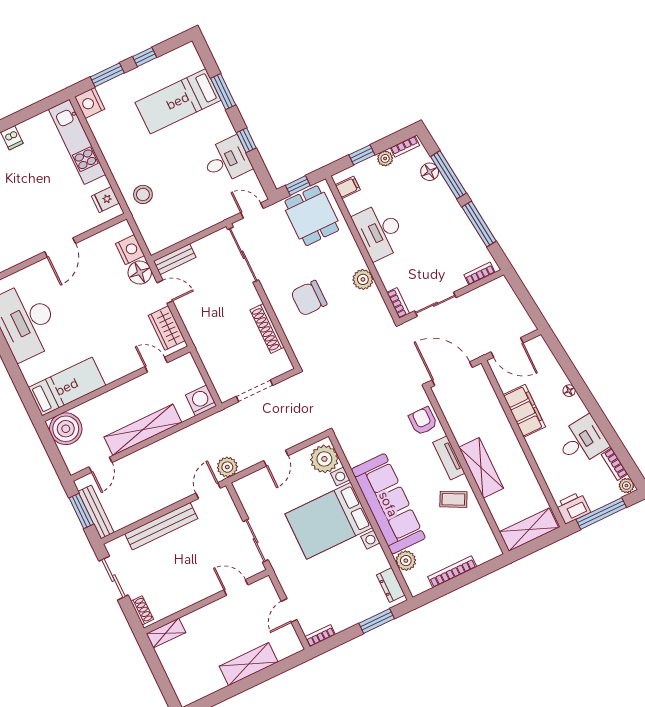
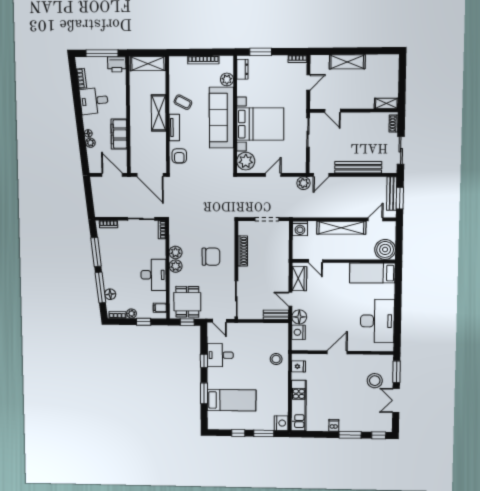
plant: (353, 260) -> (176, 266), added
plant: (626, 486) -> (90, 143), moved

